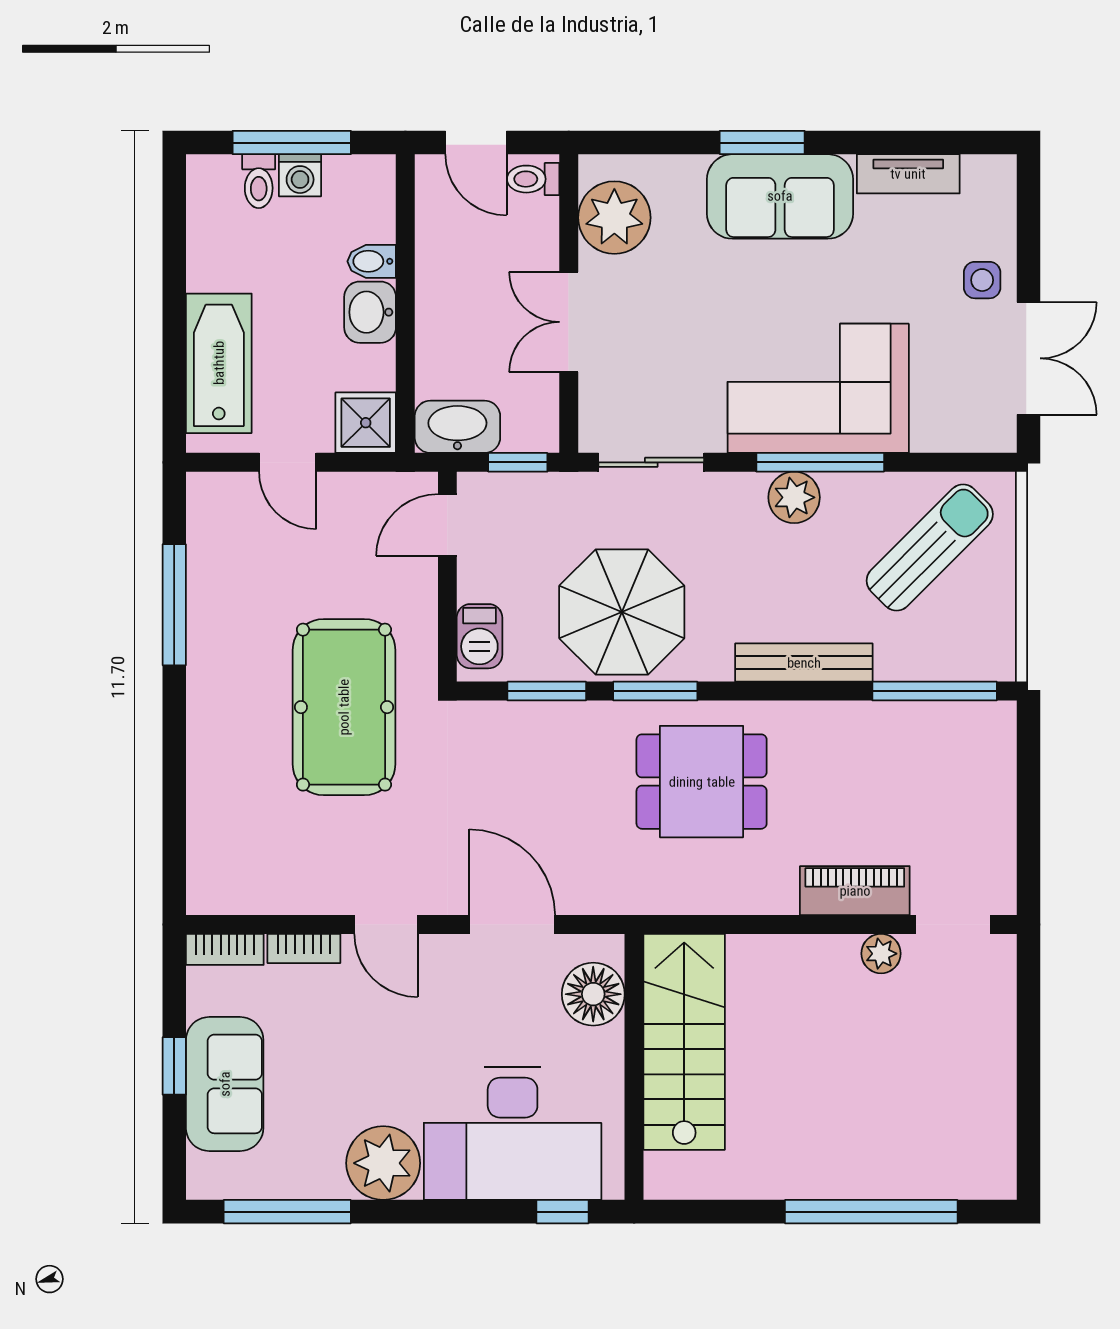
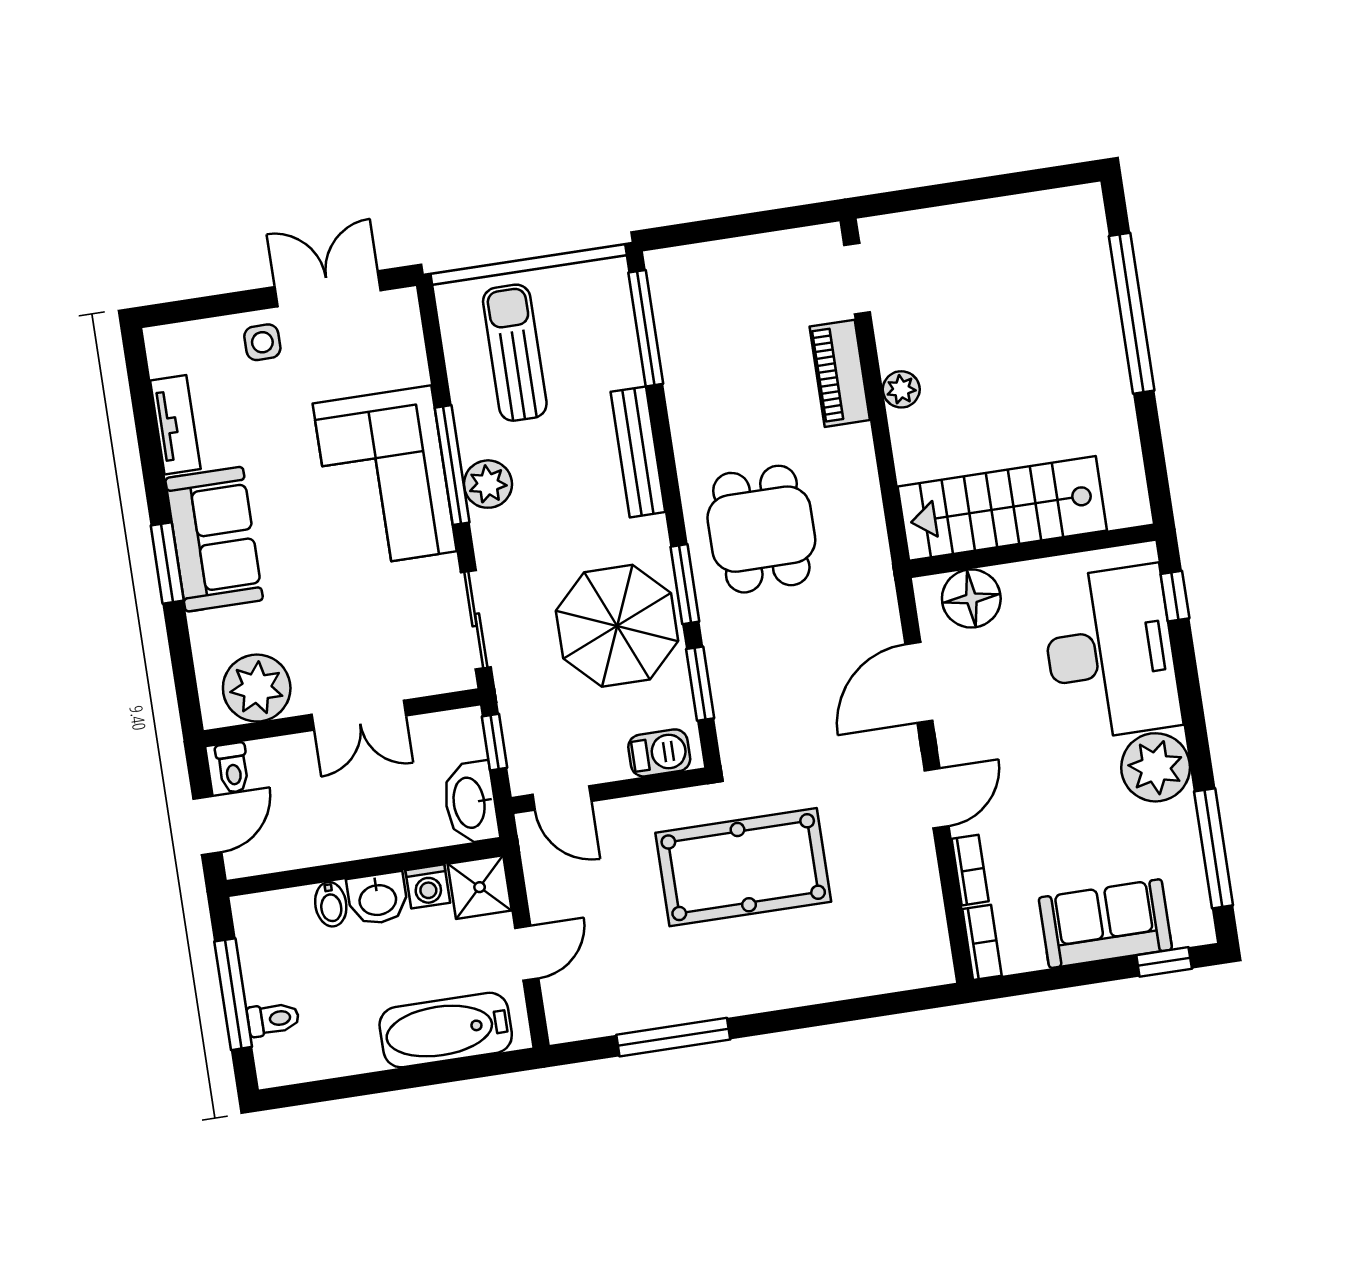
washing machine: (300, 175) -> (428, 886), moved, turned 90
sun lounger: (930, 547) -> (515, 353), turned 45
plant: (881, 954) -> (901, 389), moved
window: (174, 1066) -> (1164, 962), moved

